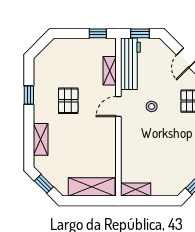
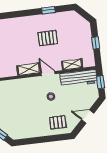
window: (98, 33) -> (96, 43), moved
shelving: (41, 139) -> (28, 69), moved

